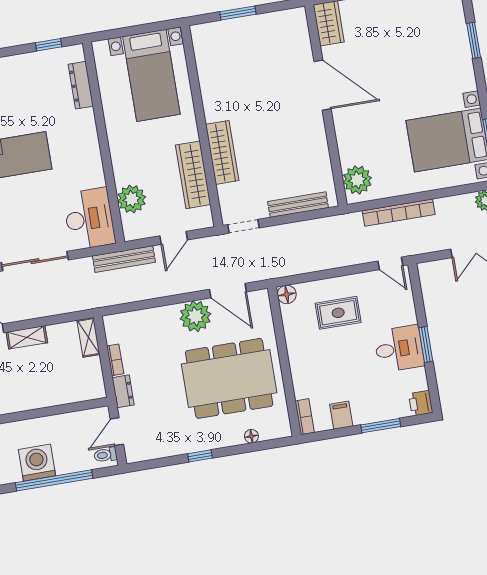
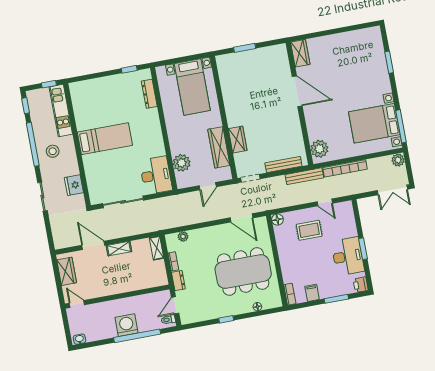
wardrobe: (222, 152) -> (238, 140), width x0.67
bench: (124, 259) -> (304, 176), moved
door: (390, 263) -> (325, 202), moved
plant: (195, 316) -> (183, 236), moved, width x0.53, depth x0.53
desk: (399, 349) -> (348, 256), width x1.37

